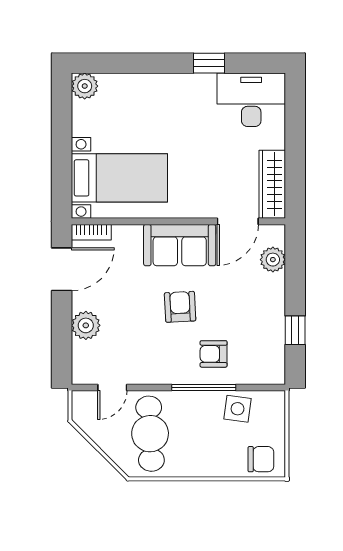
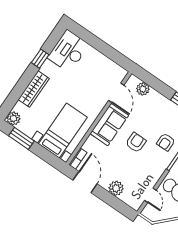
window: (62, 120) -> (21, 138), added
wardrobe: (272, 184) -> (34, 89), moved, turned -90
armchair: (180, 307) -> (136, 143), turned 93

